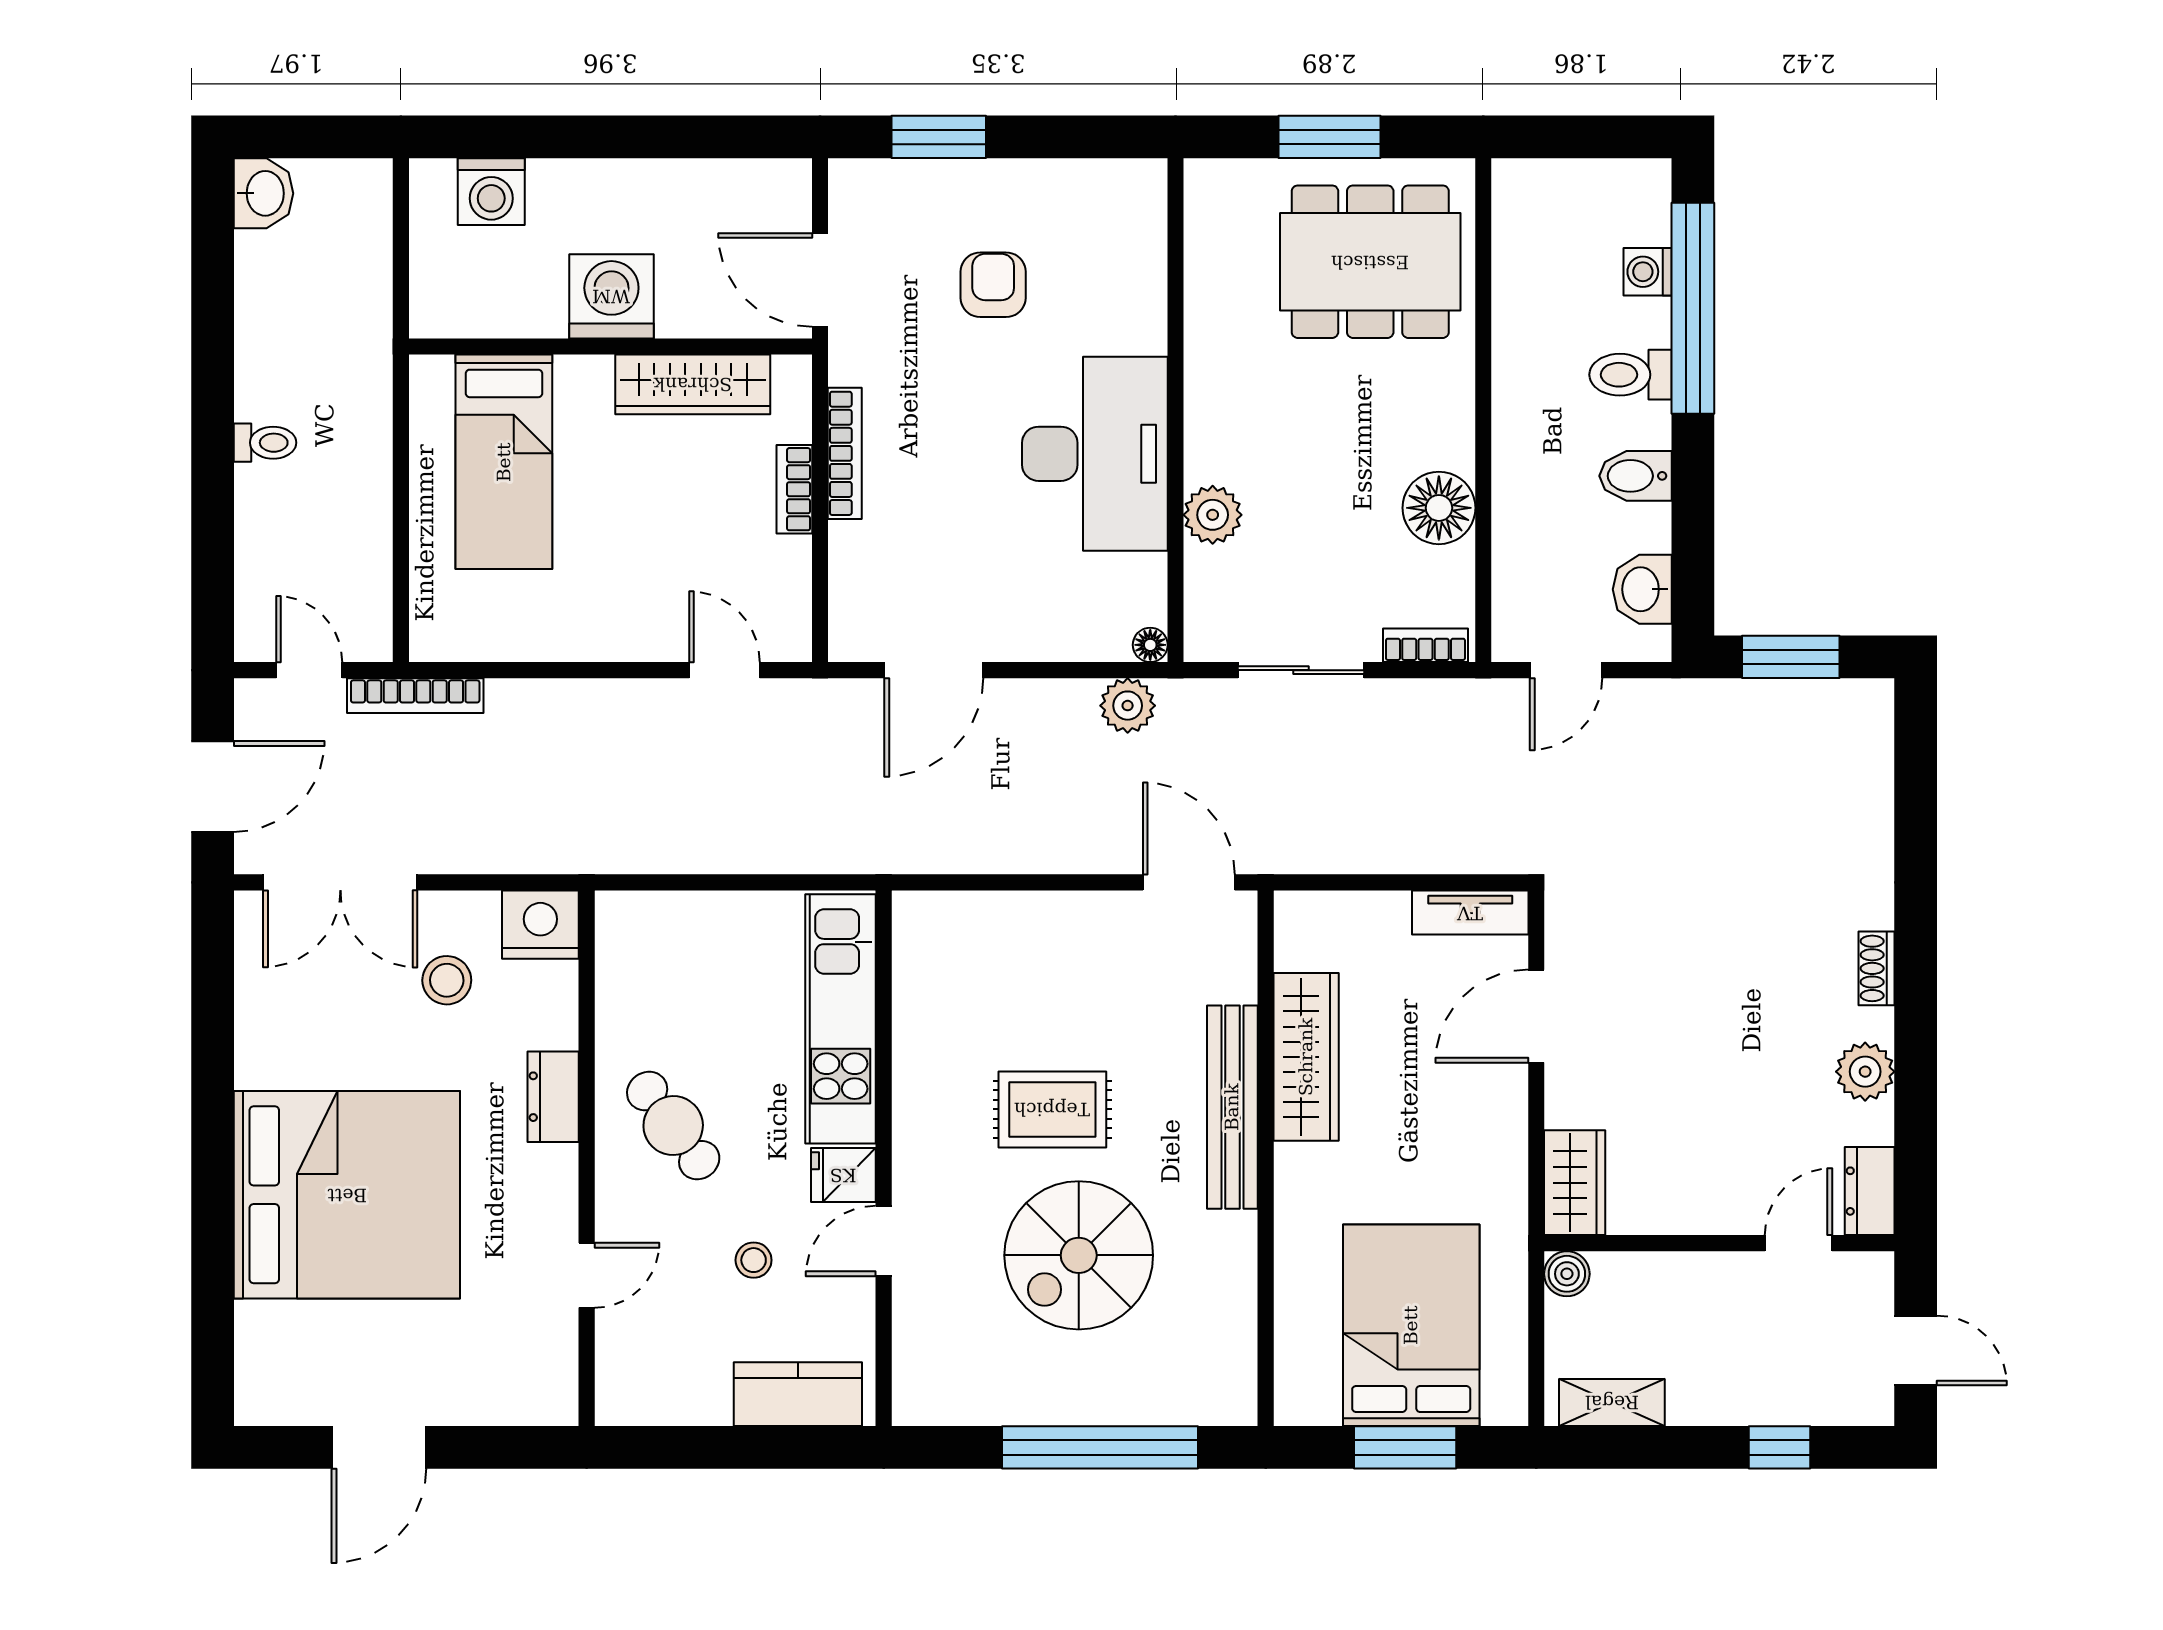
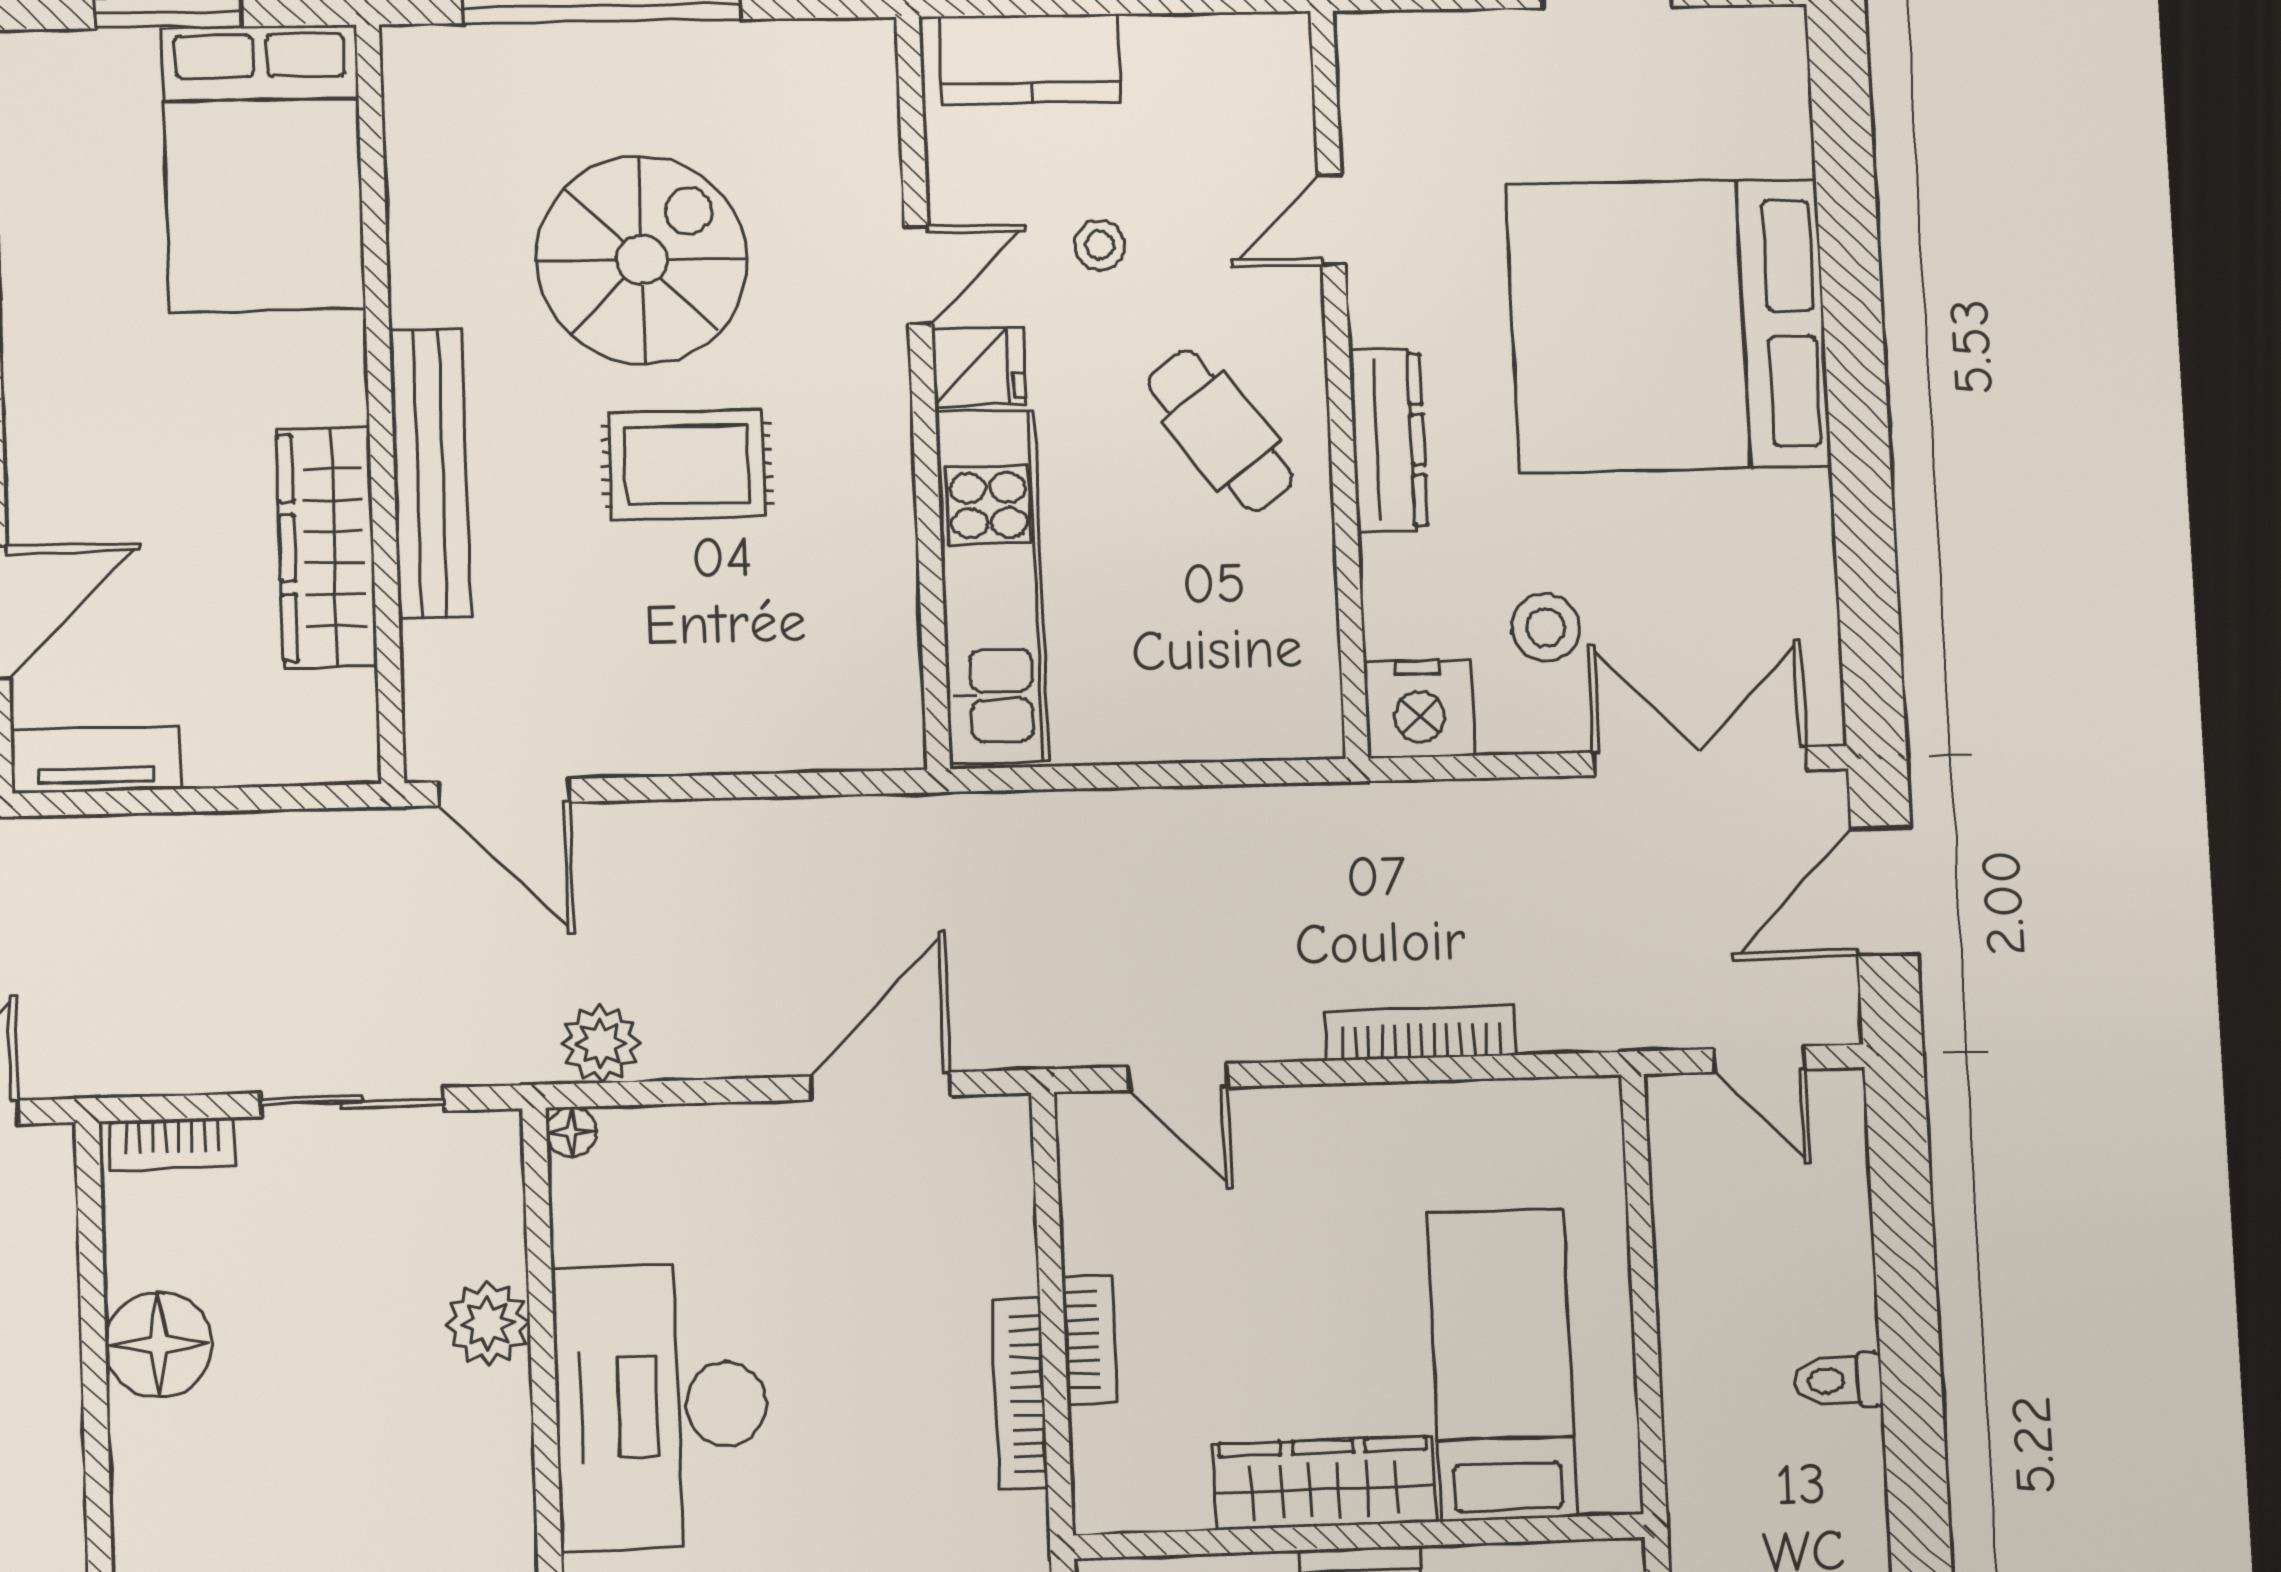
wardrobe: (693, 384) -> (1324, 1483), moved
bookcase: (415, 696) -> (1421, 1033), moved
dresser: (553, 1097) -> (1389, 440), width x1.44
bed: (1411, 1325) -> (263, 168), moved

